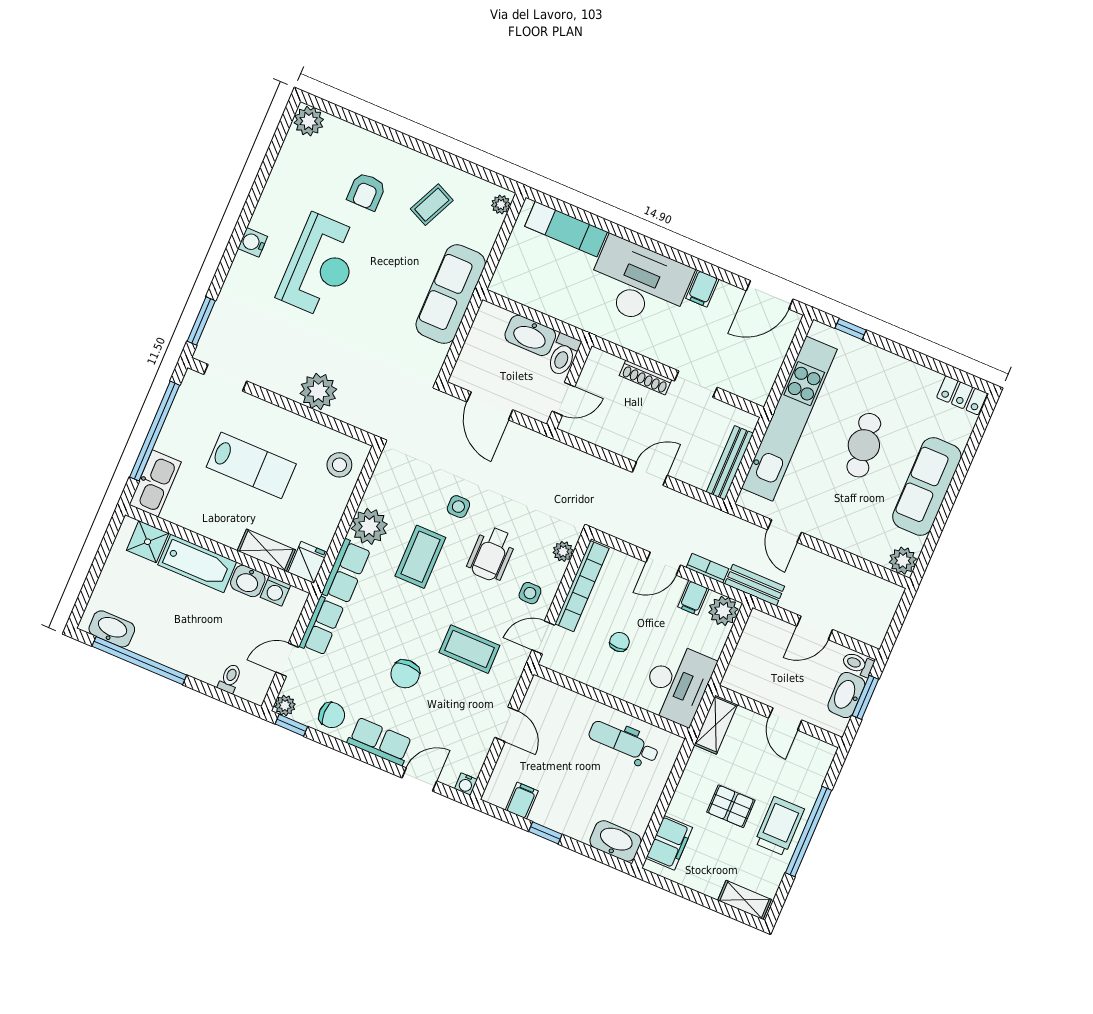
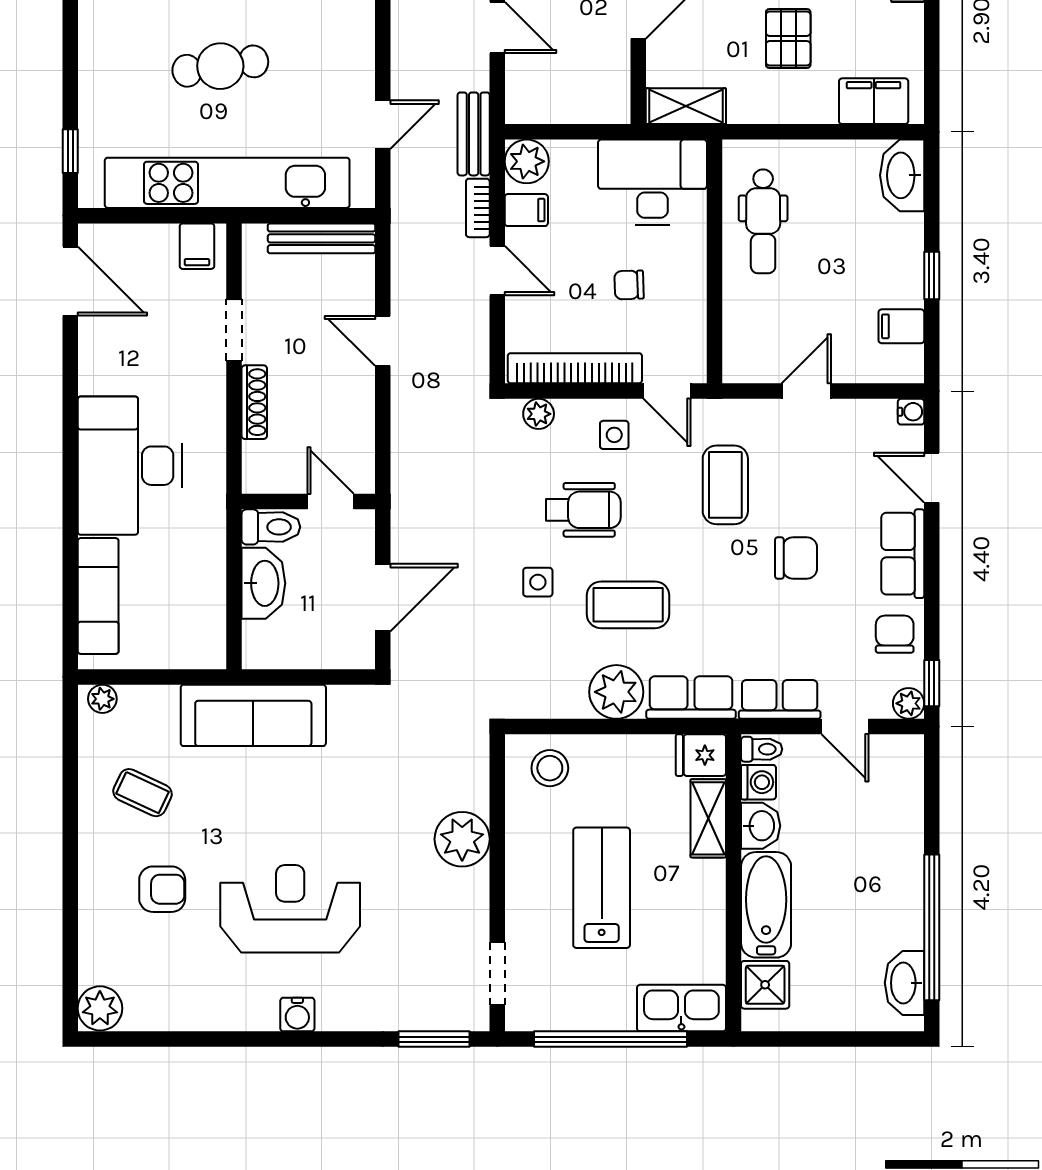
filing cabinet: (702, 289) -> (197, 246), moved, turned 90
toilet: (230, 678) -> (762, 749), moved, turned 180

